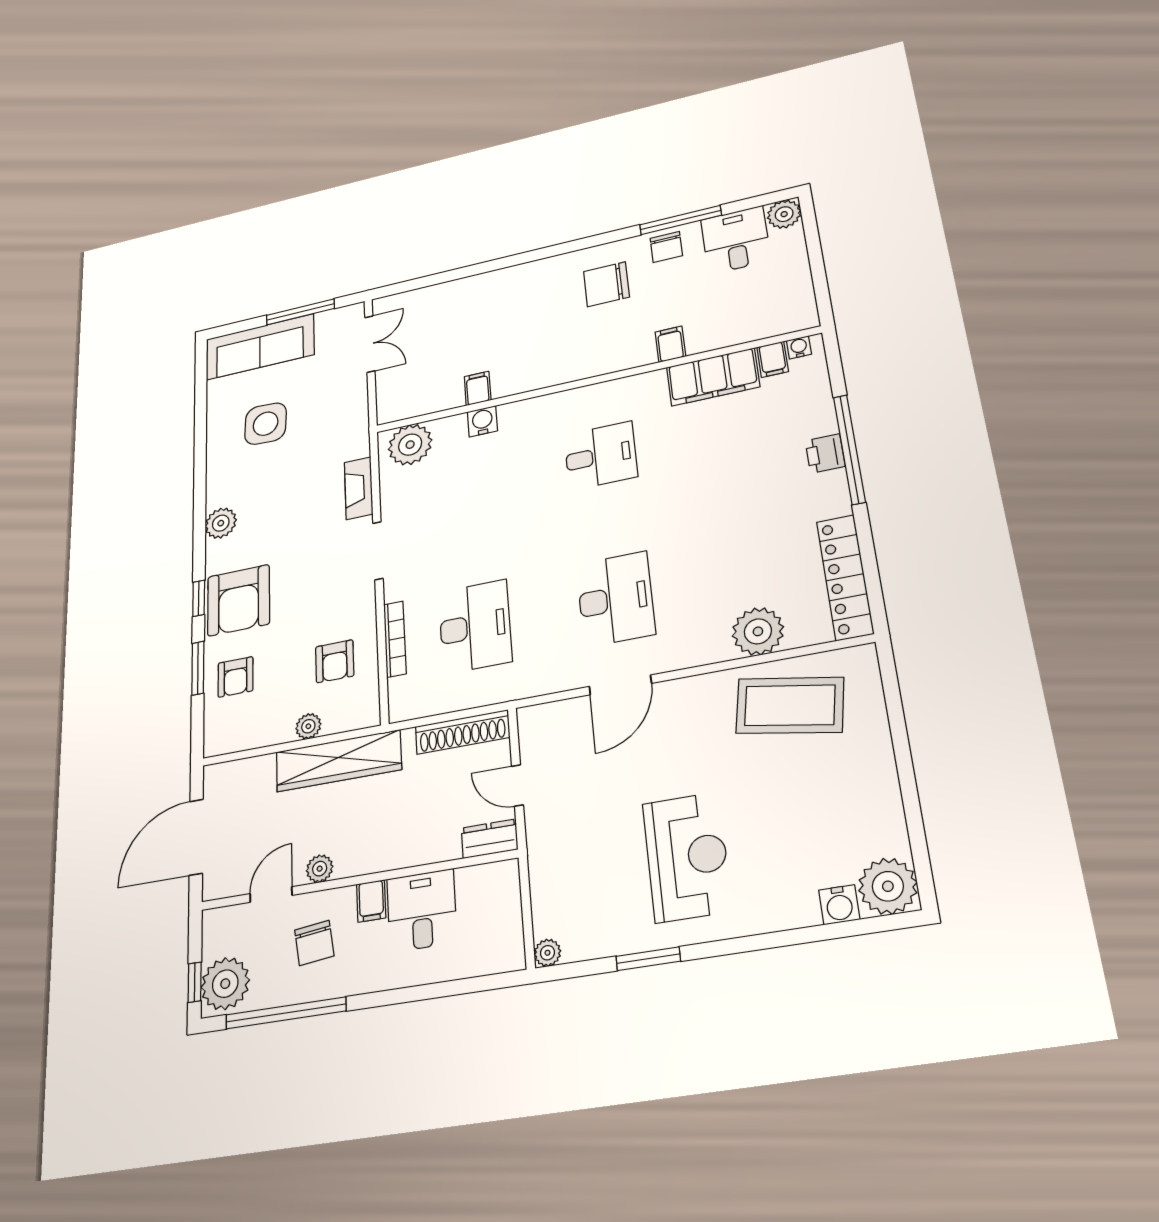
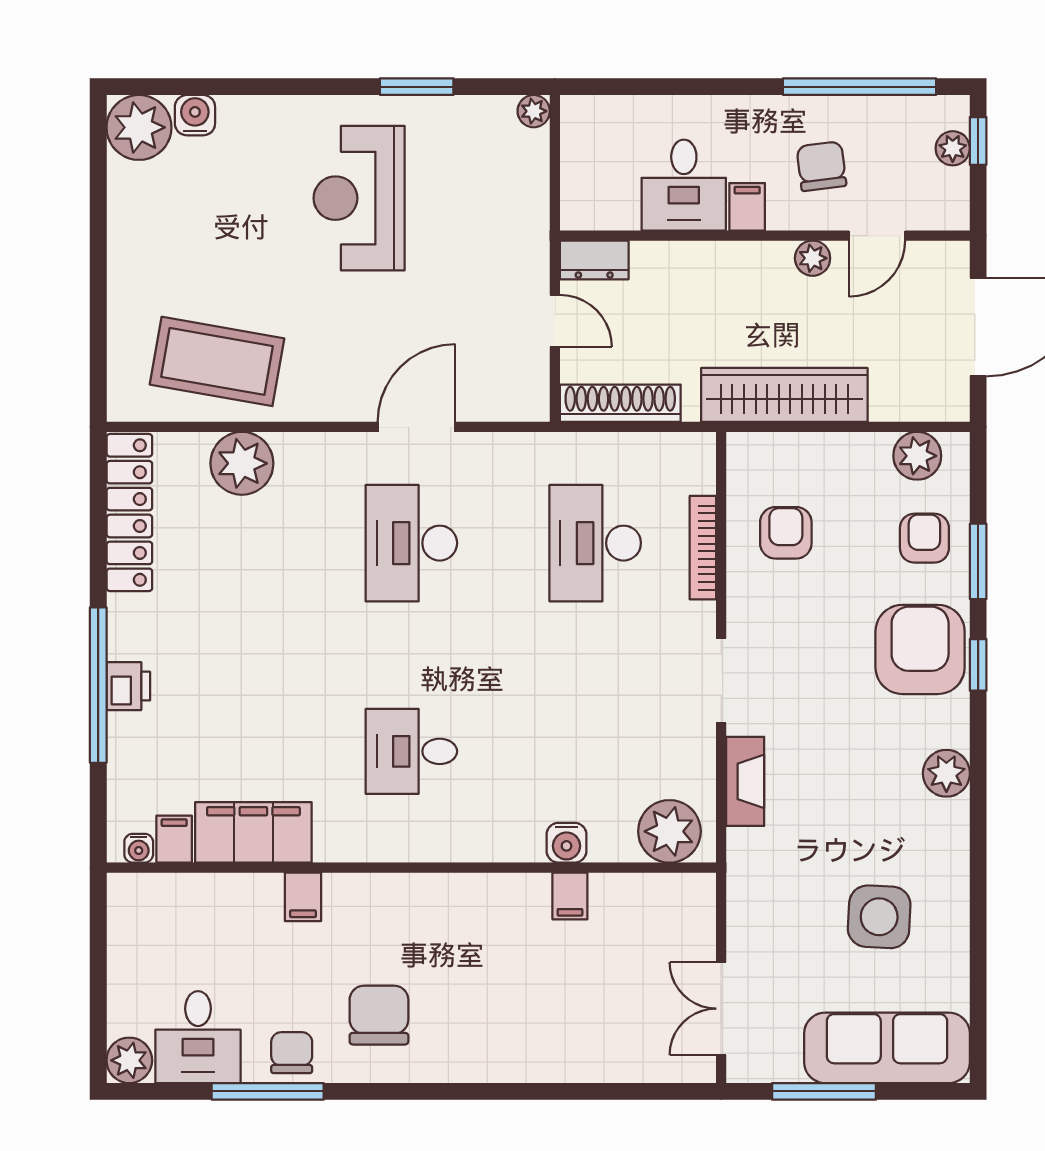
chair: (606, 284) -> (379, 1015), turned -90
plant: (308, 726) -> (917, 456), moved, width x1.38, depth x1.38
plant: (225, 984) -> (953, 148), width x0.53, depth x0.53

